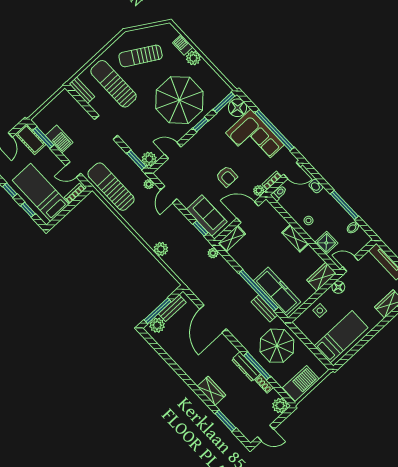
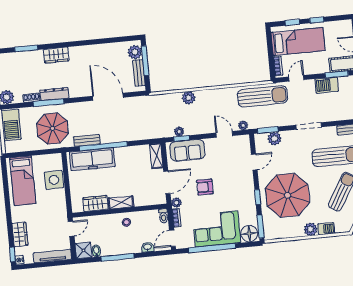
plant: (149, 159) -> (274, 139), moved
shower: (326, 243) -> (83, 250), moved
plant: (213, 253) -> (179, 131), moved
wardrobe: (321, 277) -> (95, 203), moved, turned -90
floor lamp: (338, 287) -> (61, 207), removed
side table: (320, 311) -> (54, 180), width x1.87, depth x1.87

